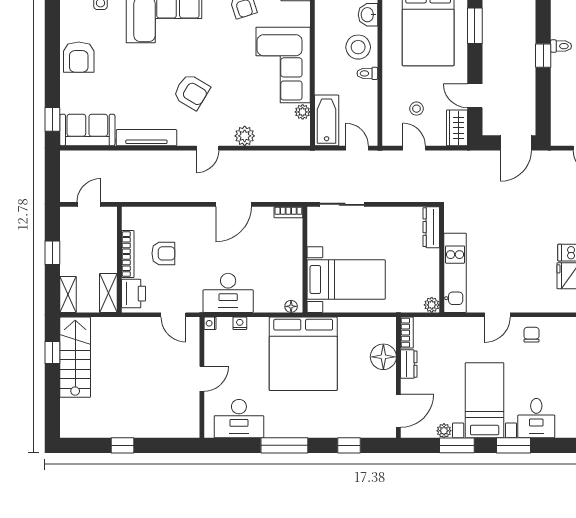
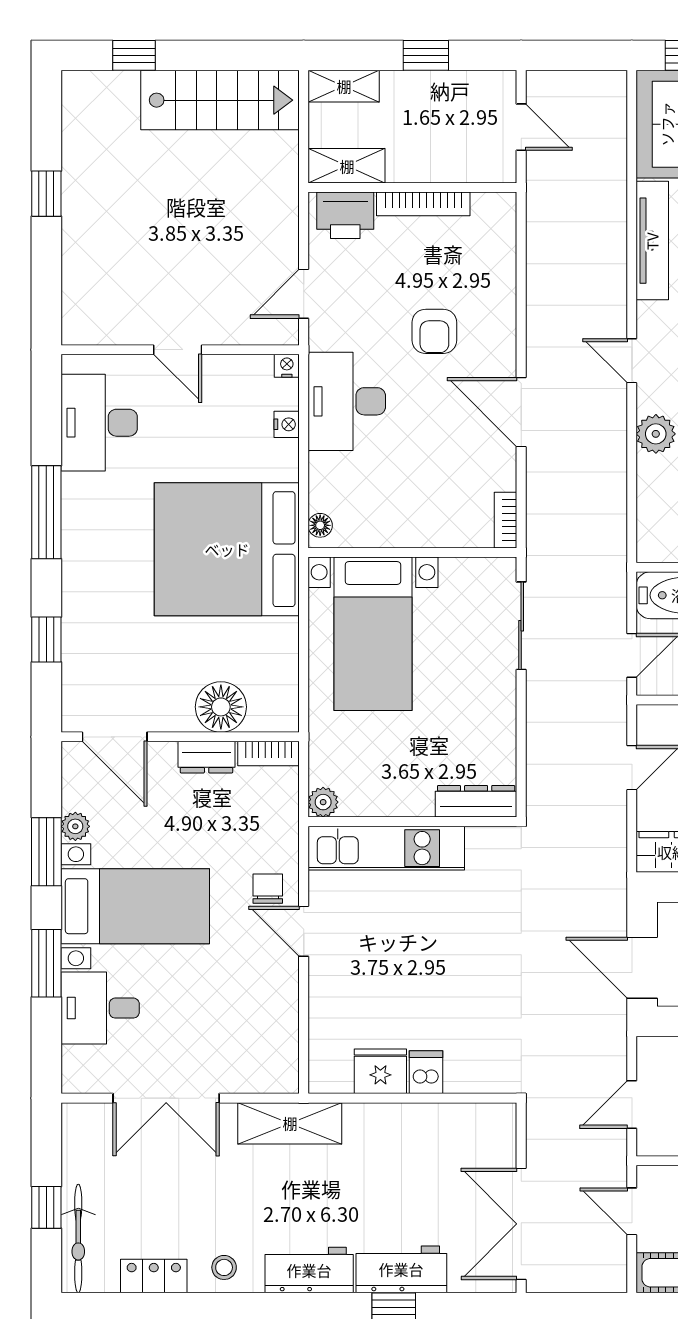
armchair: (163, 253) -> (434, 331), moved
chair: (531, 335) -> (268, 889), moved, turned -90
window: (52, 352) -> (134, 55), moved

